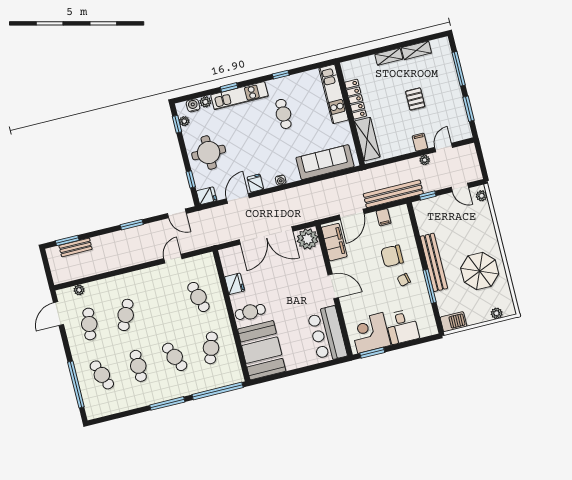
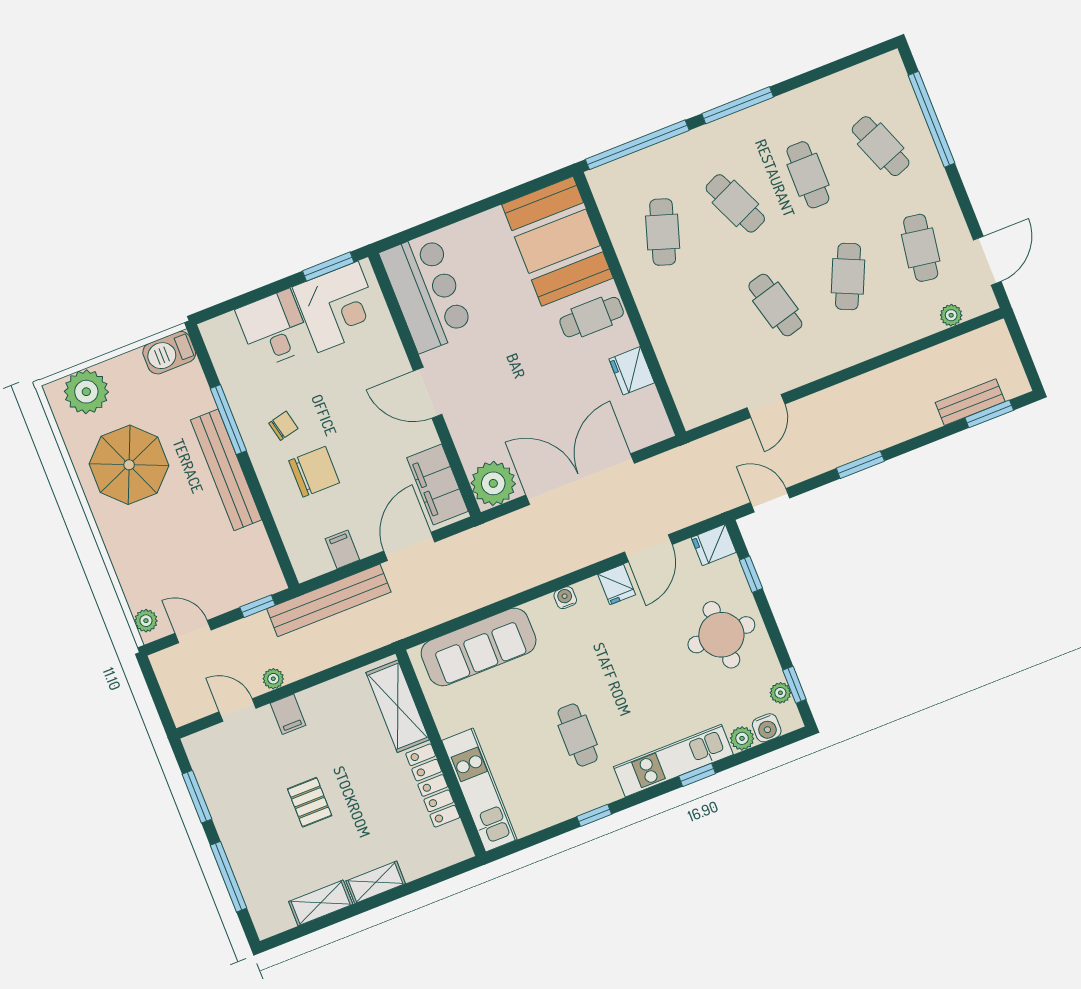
door: (444, 147) -> (238, 710), swing flipped
cafe table: (198, 297) -> (775, 305), moved
plant: (497, 313) -> (86, 392), width x1.88, depth x1.88

